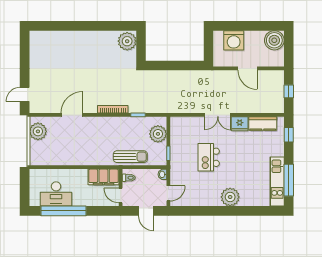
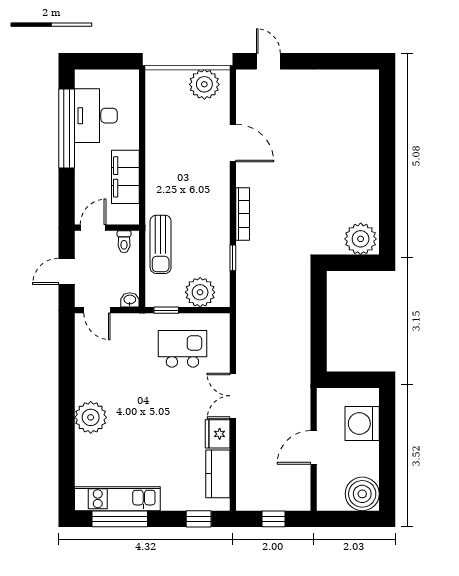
kitchen island: (209, 157) -> (182, 349), moved
filing cabinet: (103, 177) -> (125, 177), moved

